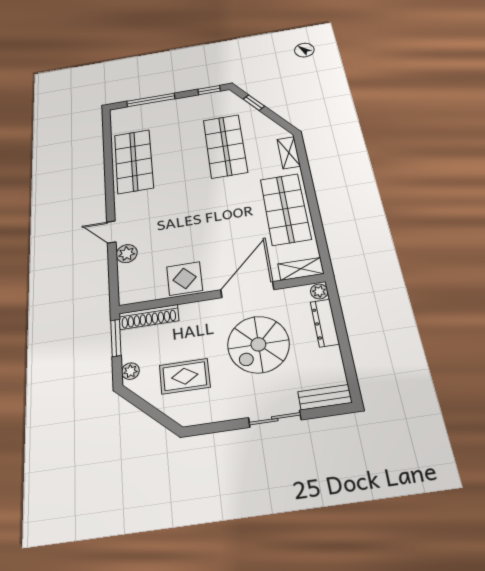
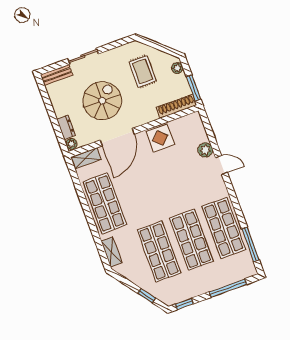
window: (107, 140) -> (250, 244), added
shop shelf: (179, 154) -> (191, 240), added
dresser: (325, 323) -> (66, 127), width x0.70
rug: (185, 376) -> (143, 71), turned 90

